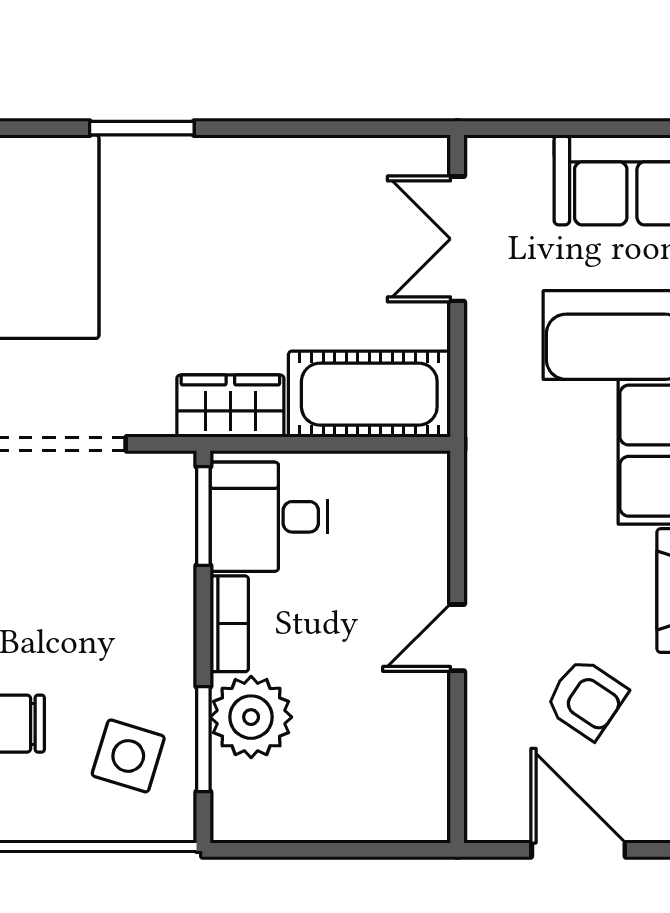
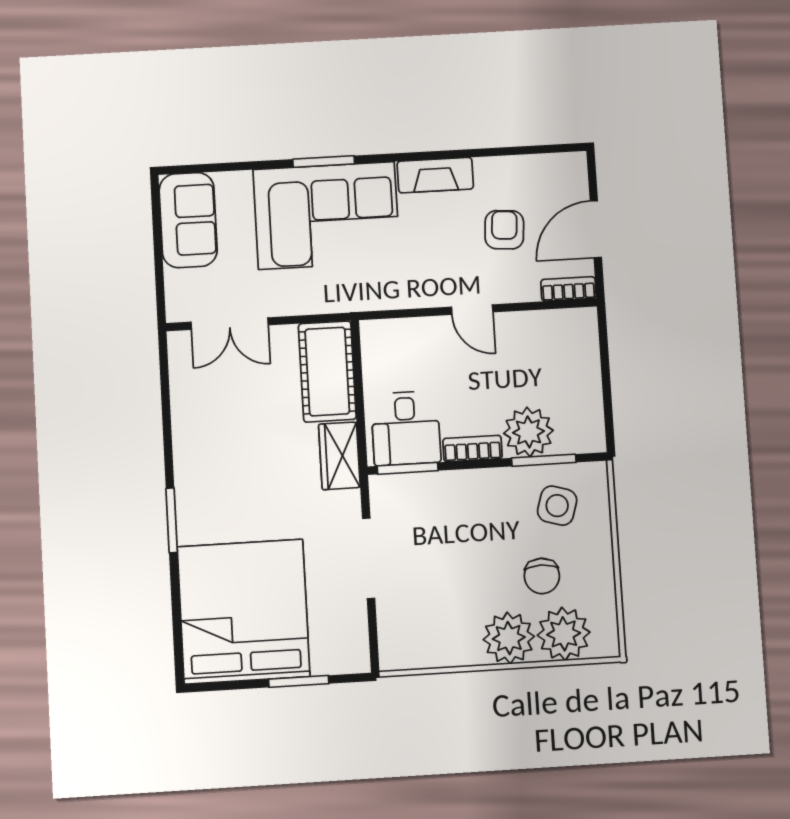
armchair: (586, 699) -> (504, 230), turned -30
bookcase: (482, 798) -> (568, 289), added

